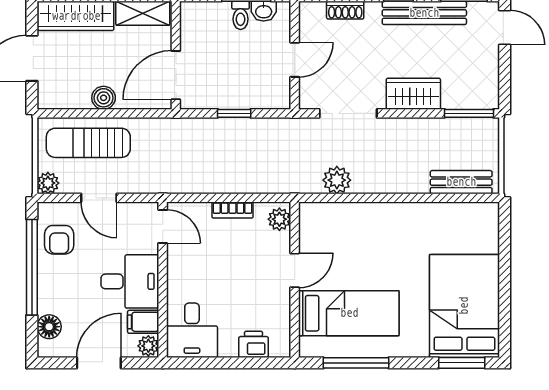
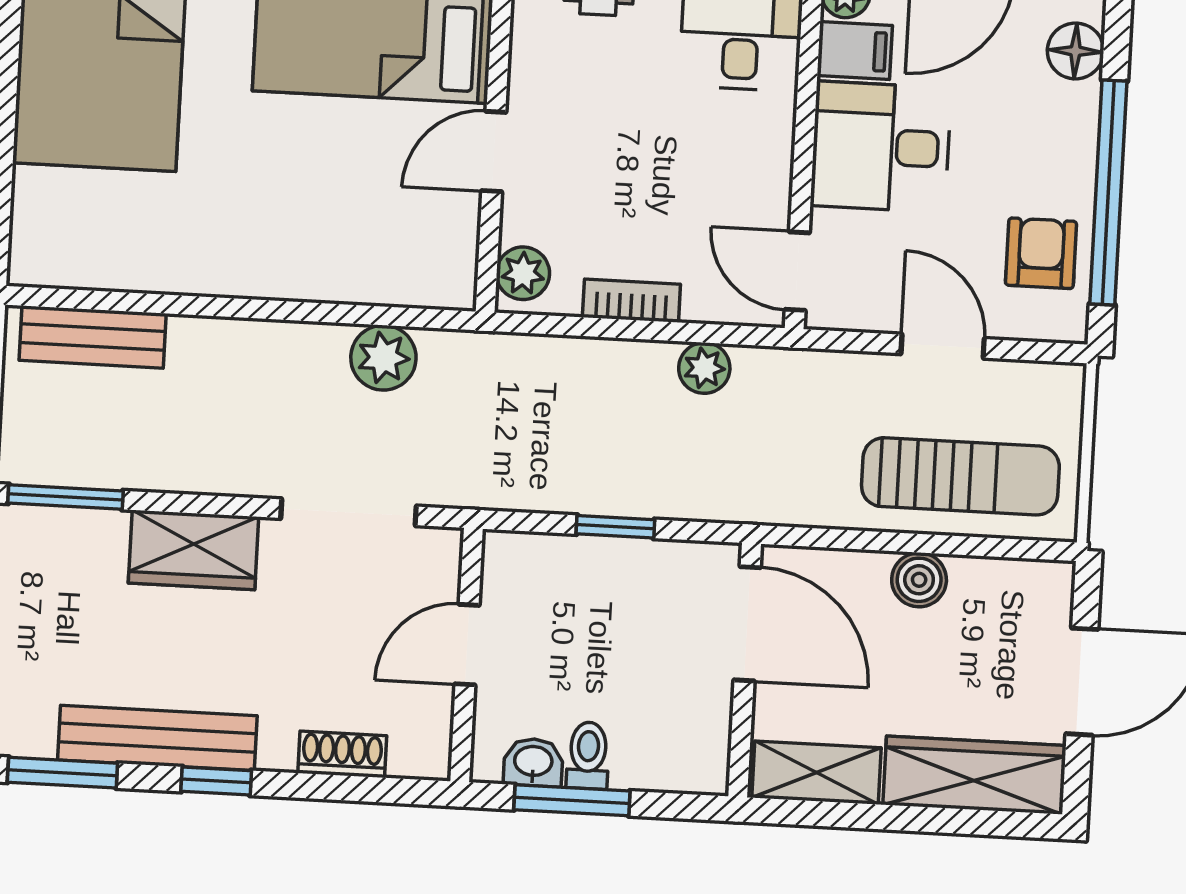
door: (176, 75) -> (747, 624), hinge flipped
plant: (48, 183) -> (704, 368), moved

